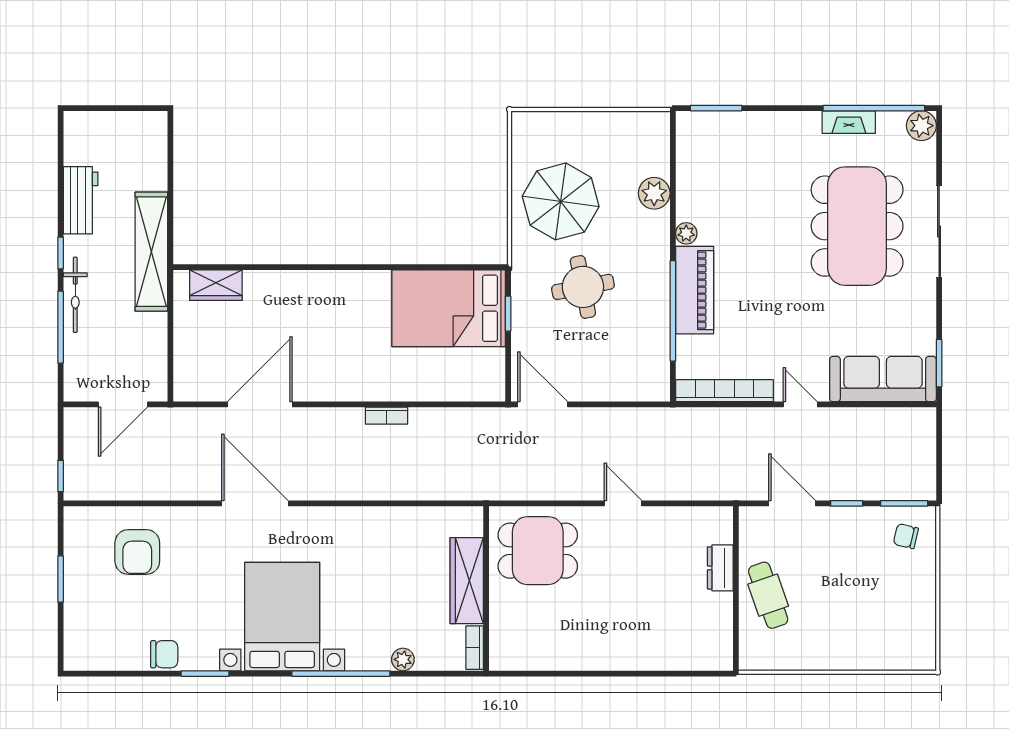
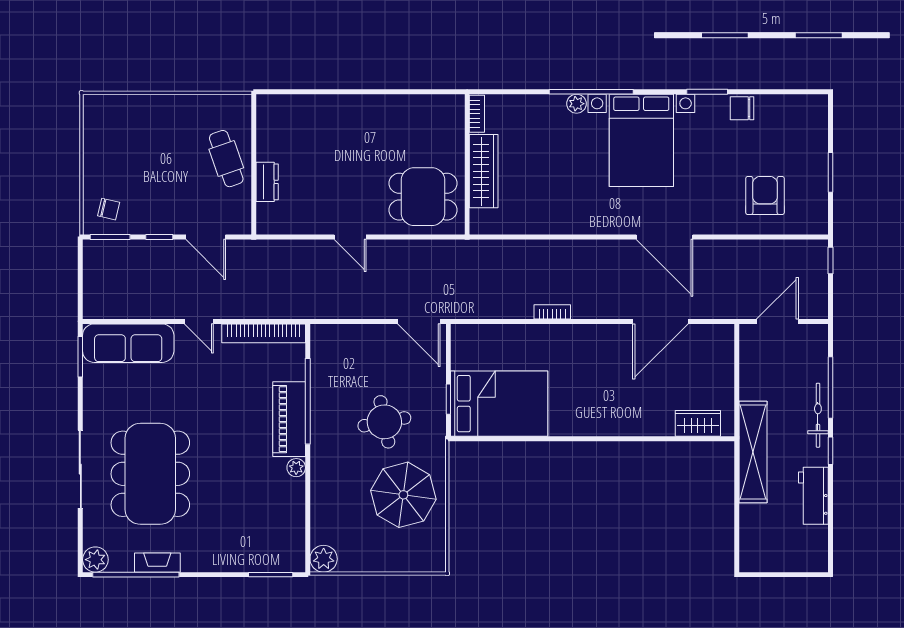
plant: (654, 193) -> (324, 559), moved
plant: (403, 659) -> (576, 104), moved

